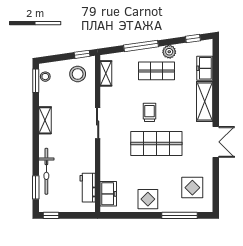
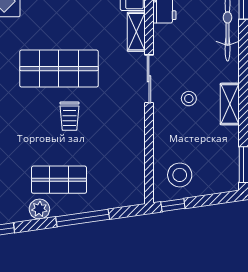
shelving: (106, 73) -> (136, 32), moved
stool: (45, 77) -> (189, 99), moved
sliding door: (98, 123) -> (149, 79), moved

